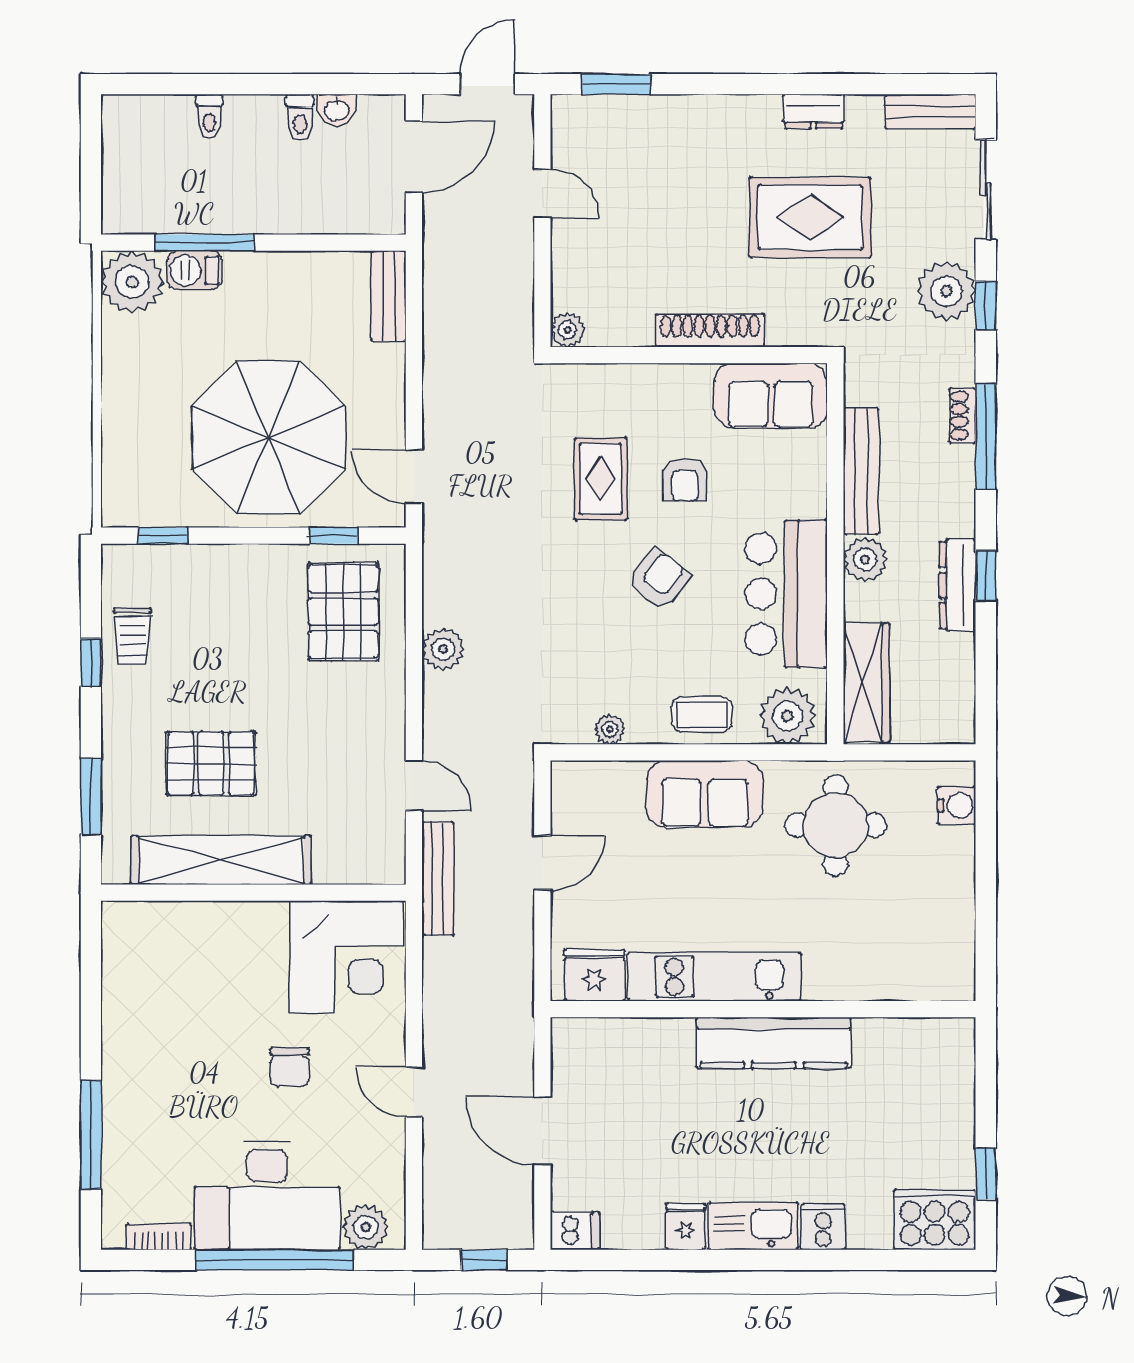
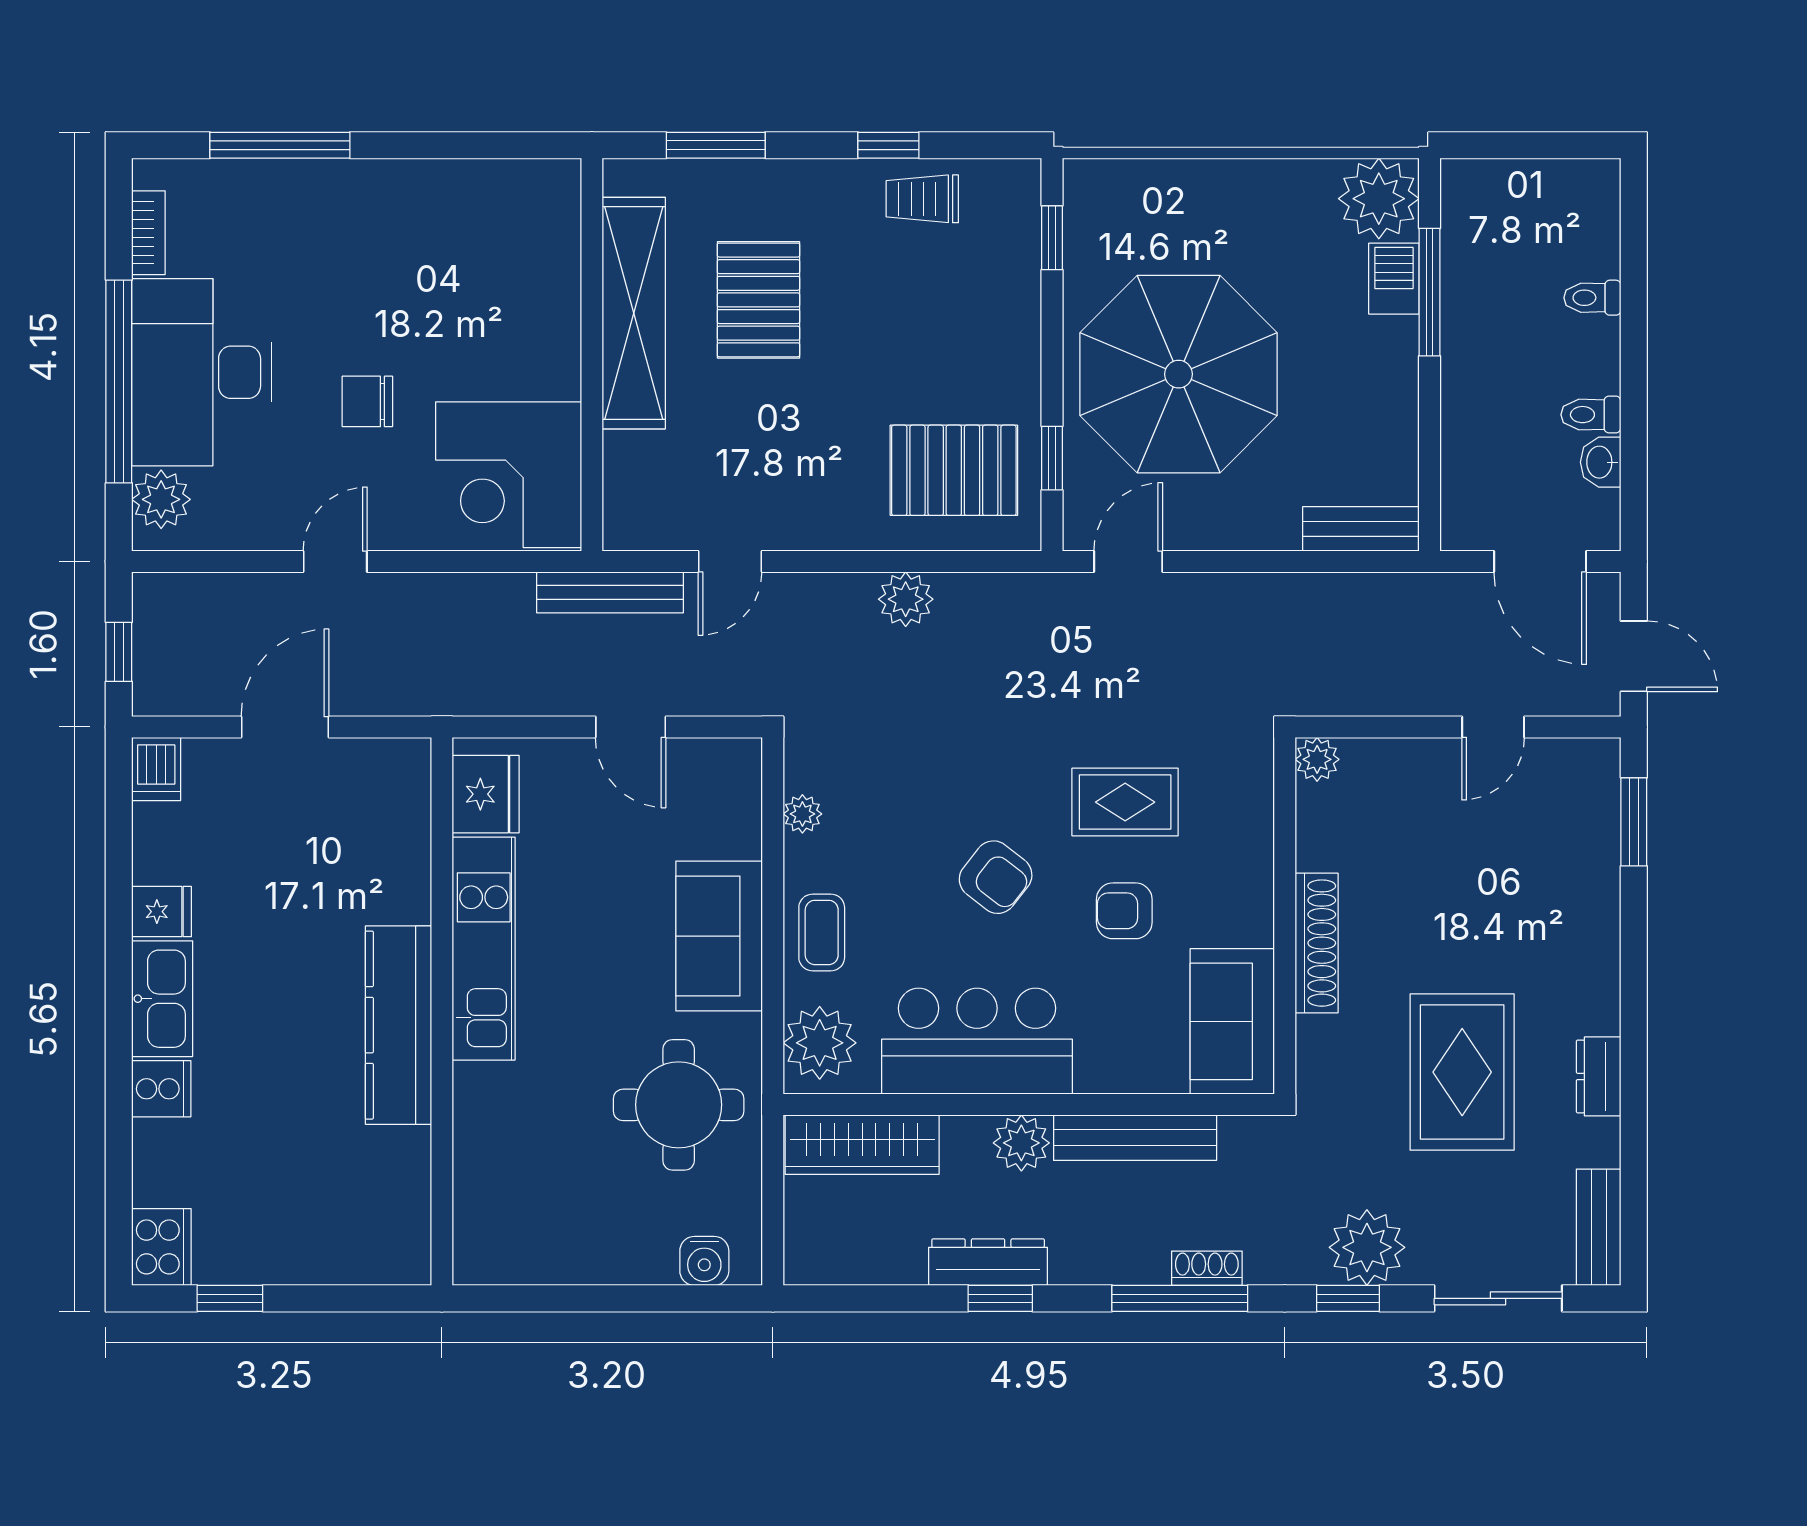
cooker: (935, 1220) -> (161, 1247), width x0.73, depth x0.76

